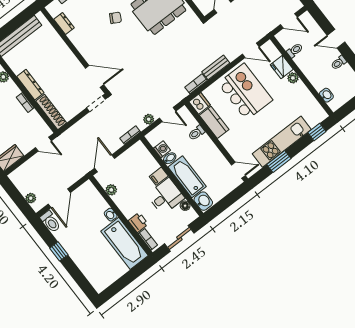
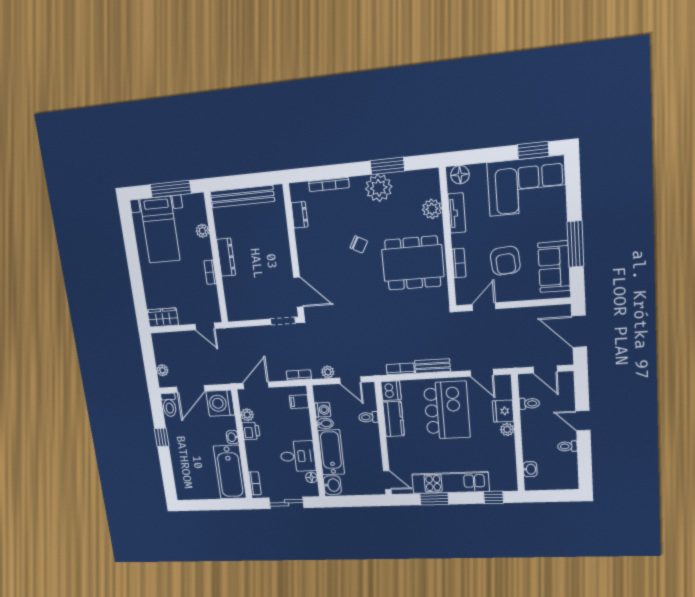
shoe rack: (51, 112) -> (231, 299), removed
filing cabinet: (159, 176) -> (299, 402), moved
washing machine: (87, 194) -> (220, 403), added
printer: (138, 222) -> (251, 431), moved

